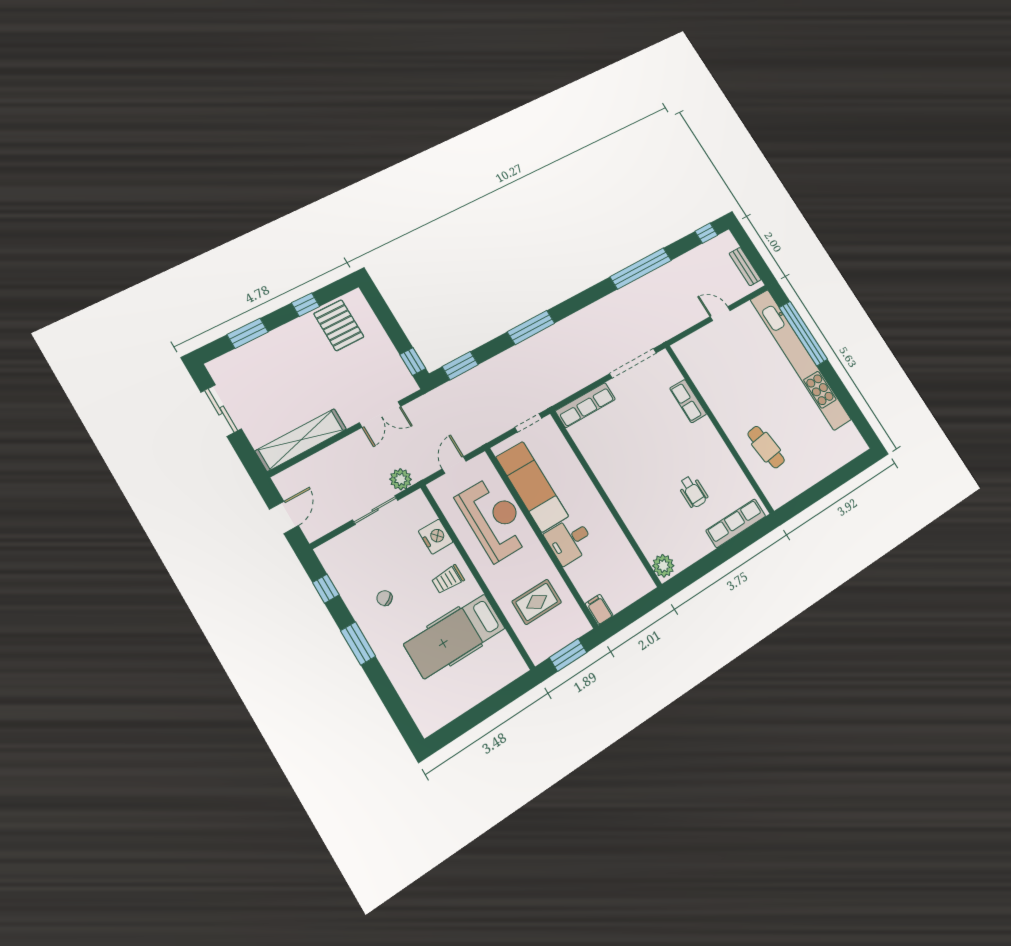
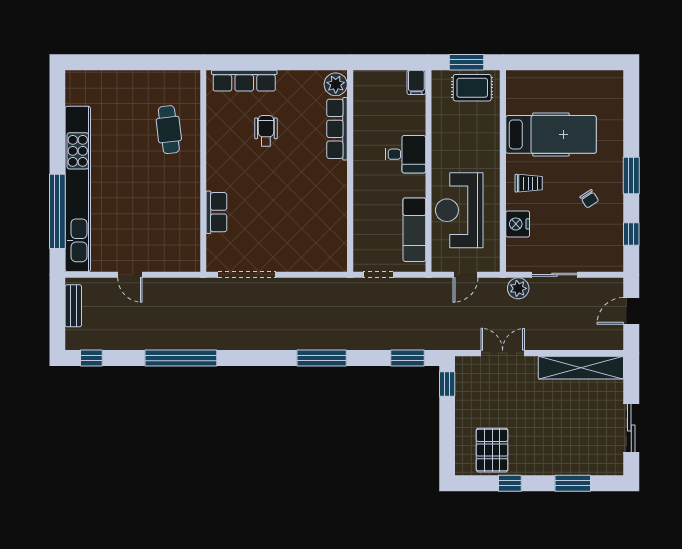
row of seats: (586, 405) -> (337, 129), moved, turned -90
exam couch: (532, 487) -> (414, 230), width x0.73, depth x0.69
rug: (537, 602) -> (472, 88), moved

